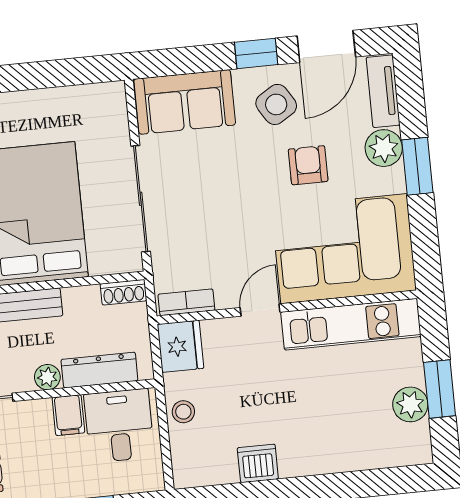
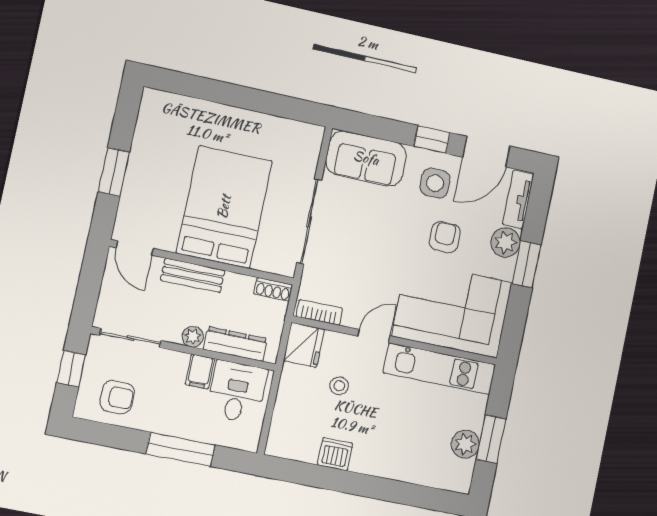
side table: (276, 104) -> (435, 183), turned 32
stool: (183, 412) -> (339, 386), moved

